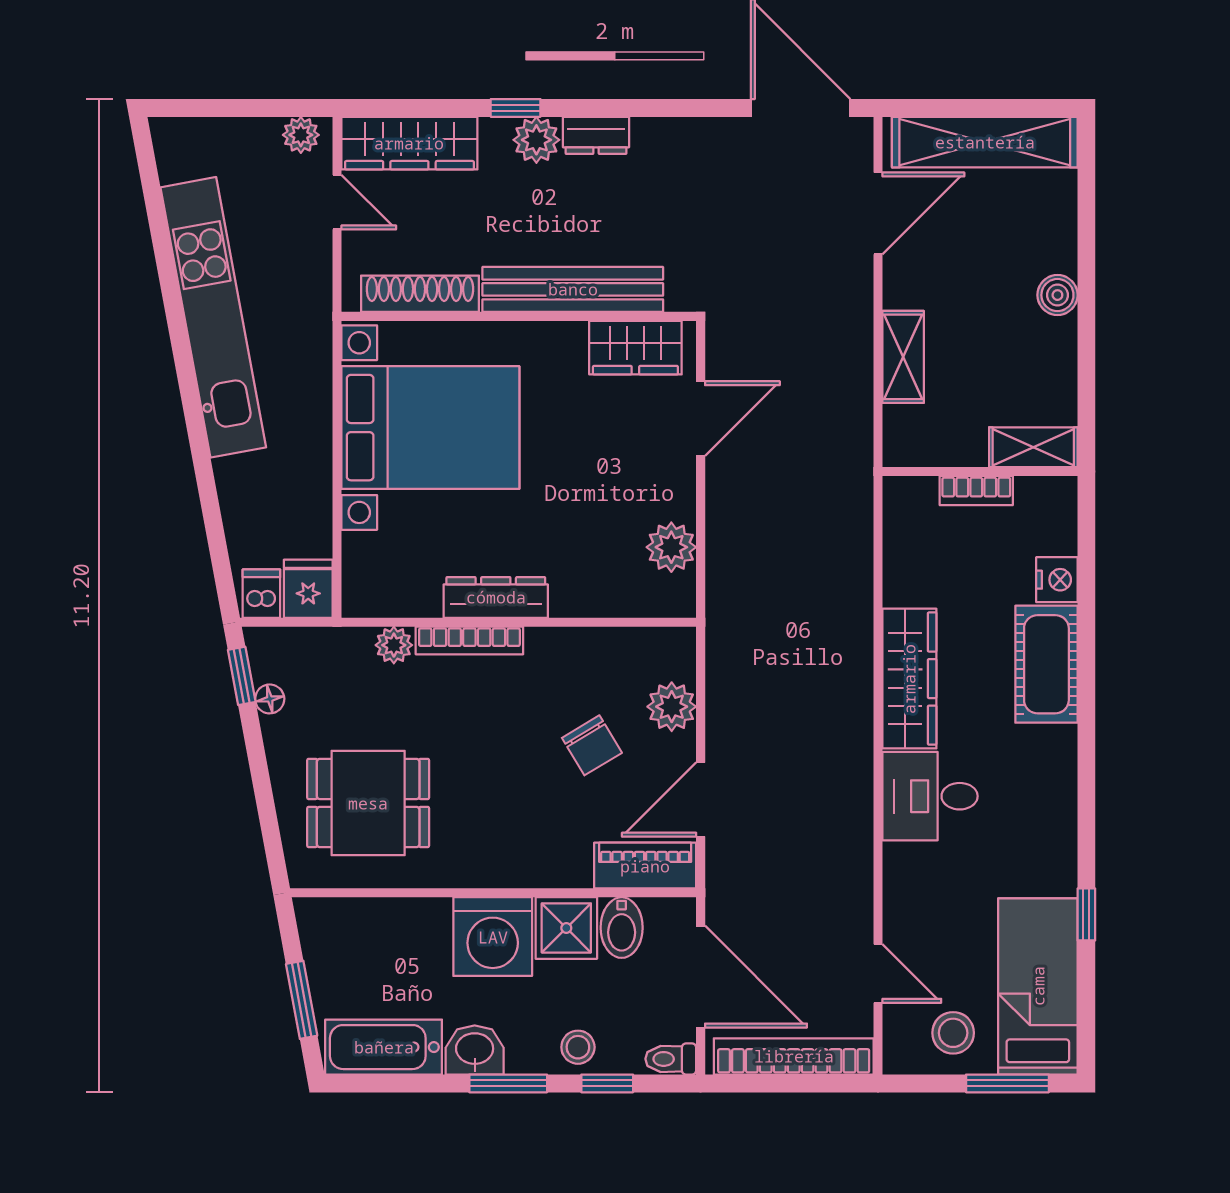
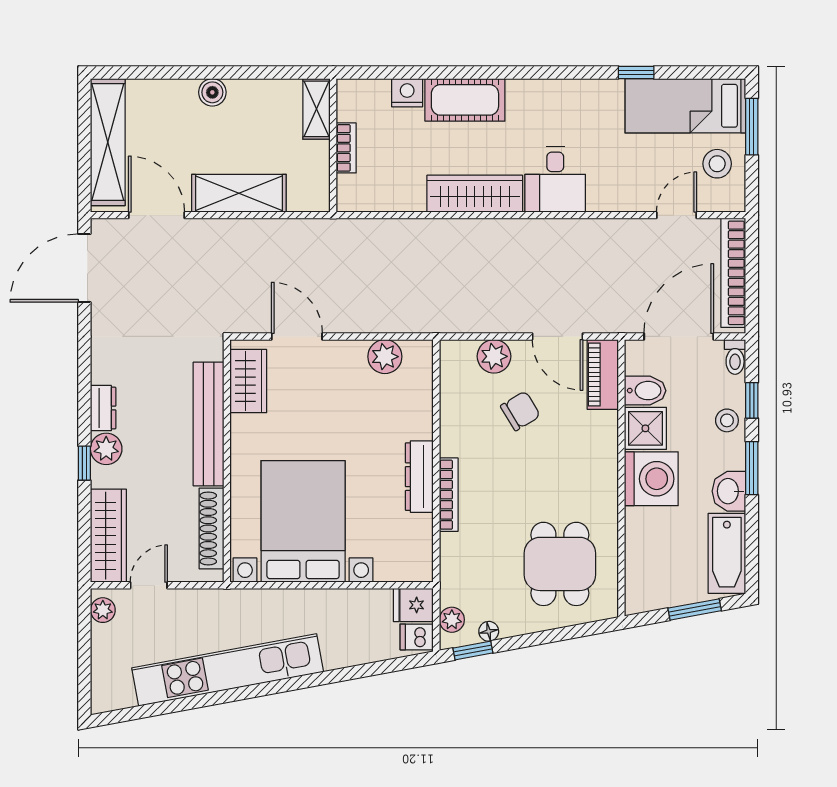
shelving: (903, 357) -> (239, 193), width x1.50, depth x1.33
plant: (394, 645) -> (452, 620), moved

